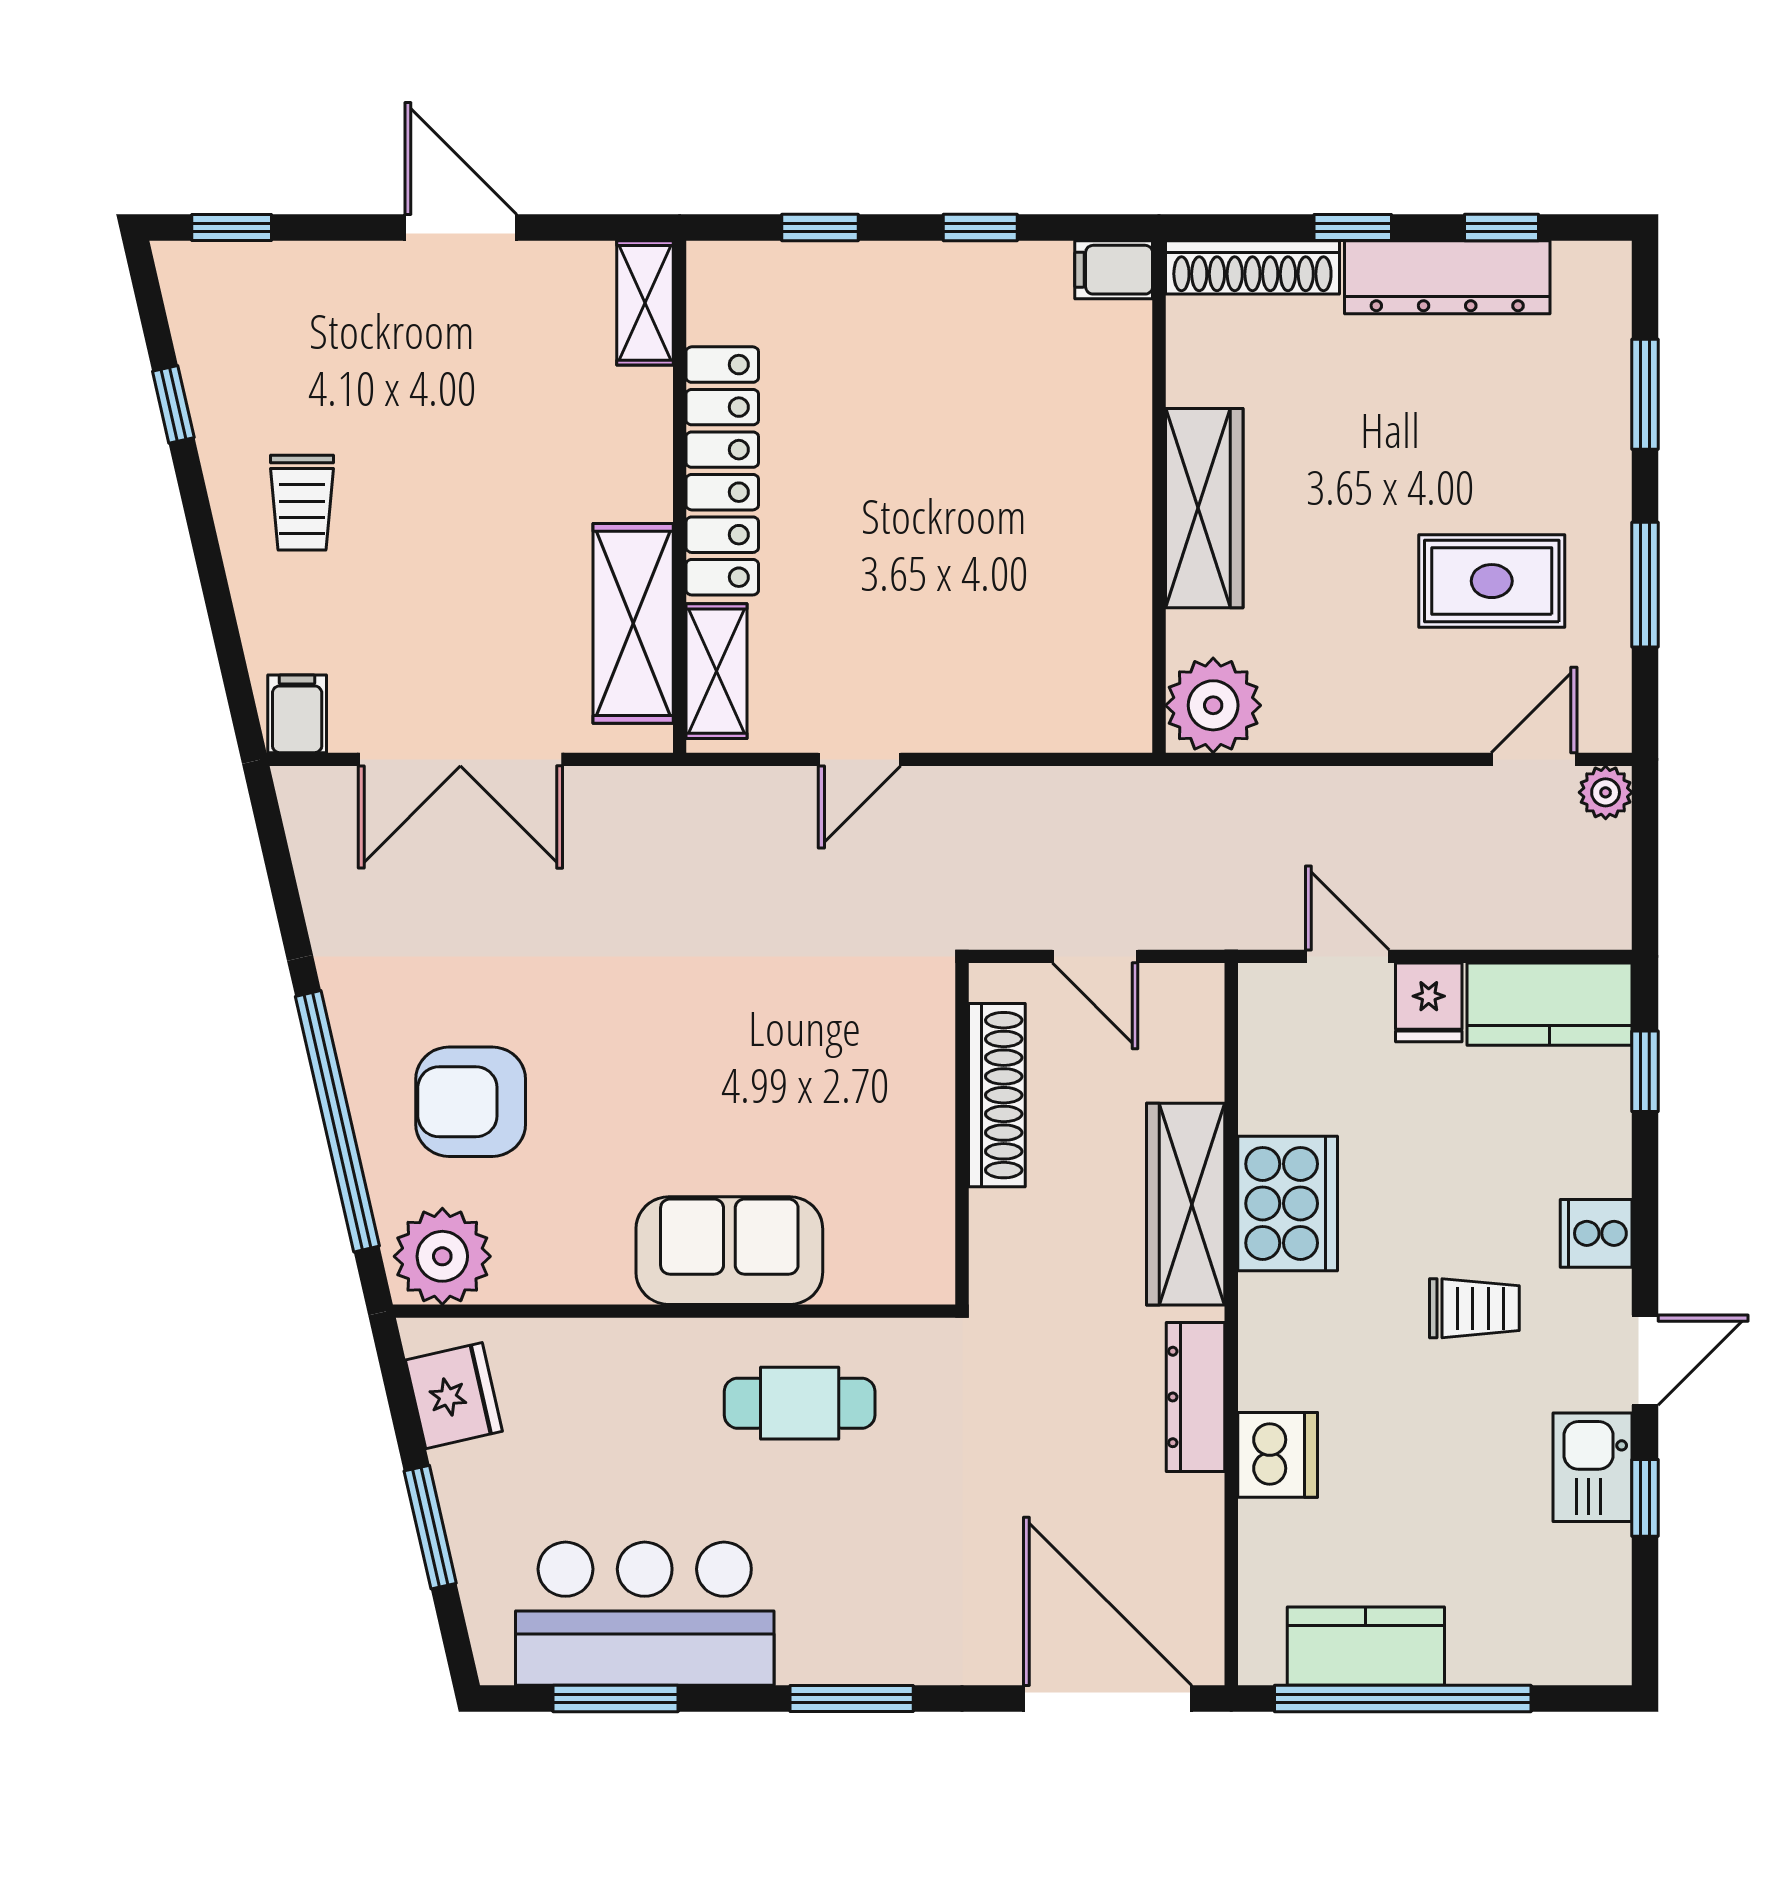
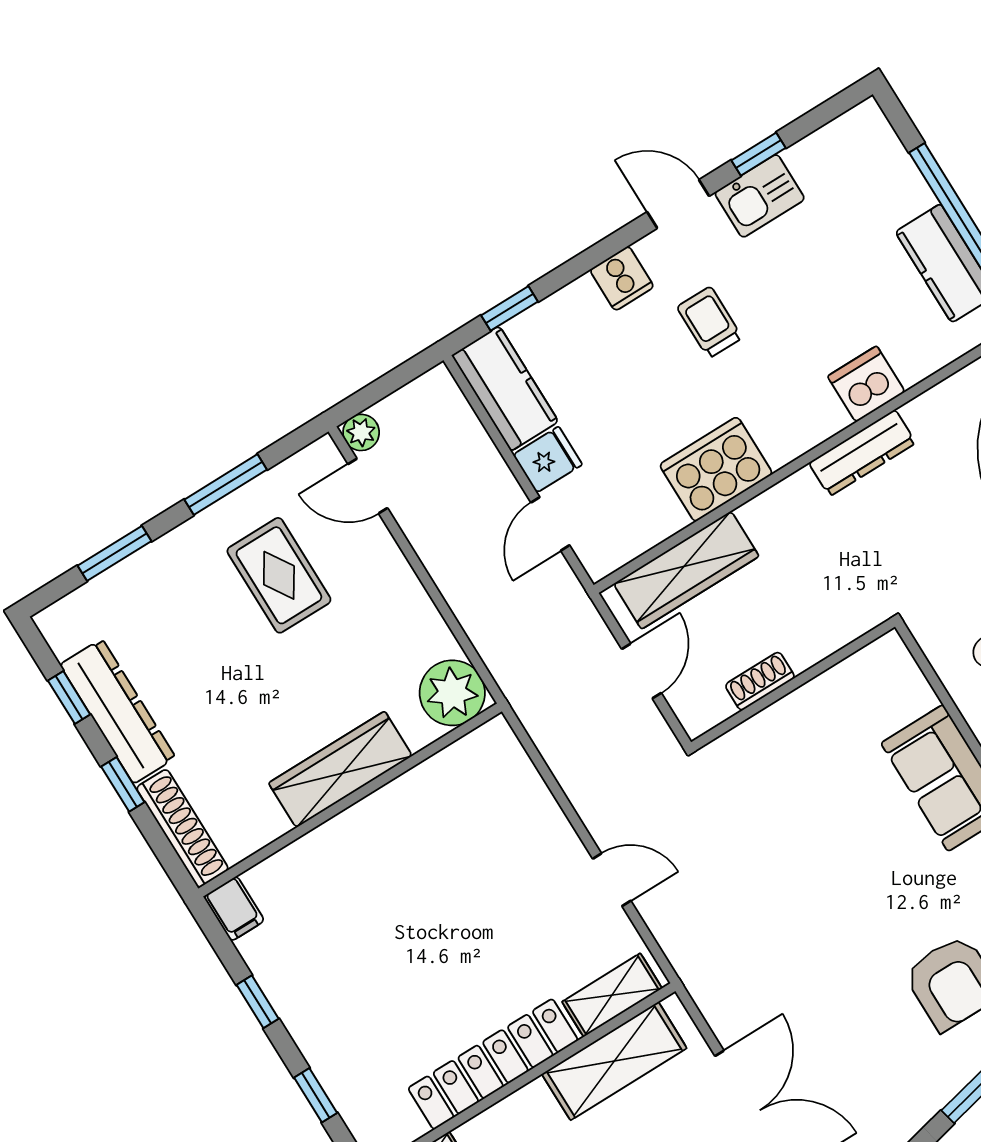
shoe rack: (997, 1095) -> (760, 681), width x0.51, depth x0.81
wardrobe: (1186, 1204) -> (686, 570), moved

